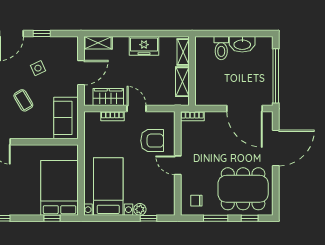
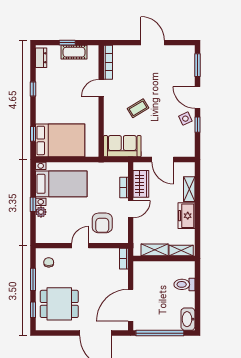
shelving: (98, 43) -> (189, 189), moved
washbasin: (242, 44) -> (188, 319), moved
side table: (38, 68) -> (185, 119), moved
dining table: (243, 189) -> (59, 304), width x0.73
window: (148, 218) -> (33, 204), moved

